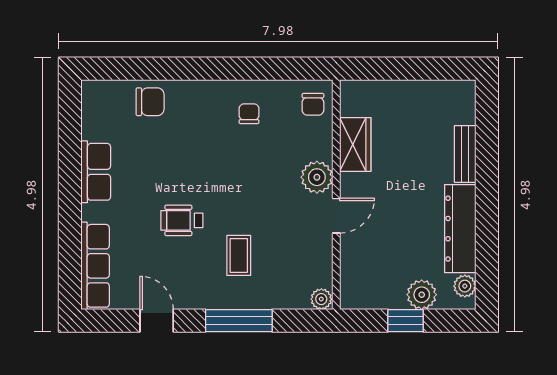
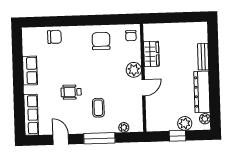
chair: (249, 114) -> (101, 41), width x1.87, depth x1.87
plant: (321, 299) -> (124, 127), moved

